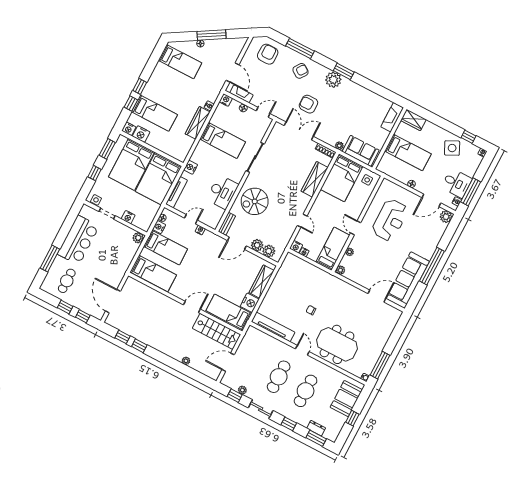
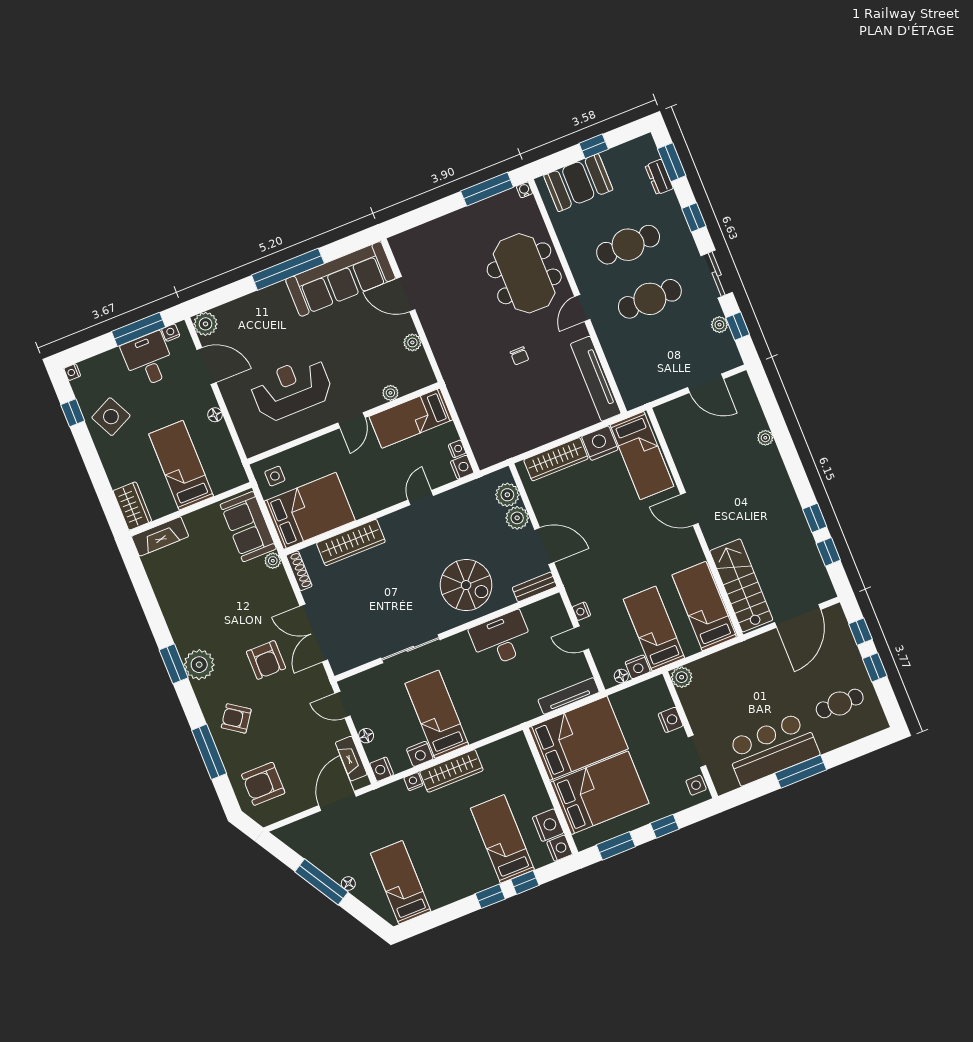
nightstand: (191, 167) -> (420, 754), moved
window: (50, 259) -> (801, 772), moved
plant: (340, 270) -> (412, 342), moved
stairs: (217, 331) -> (741, 585), moved

